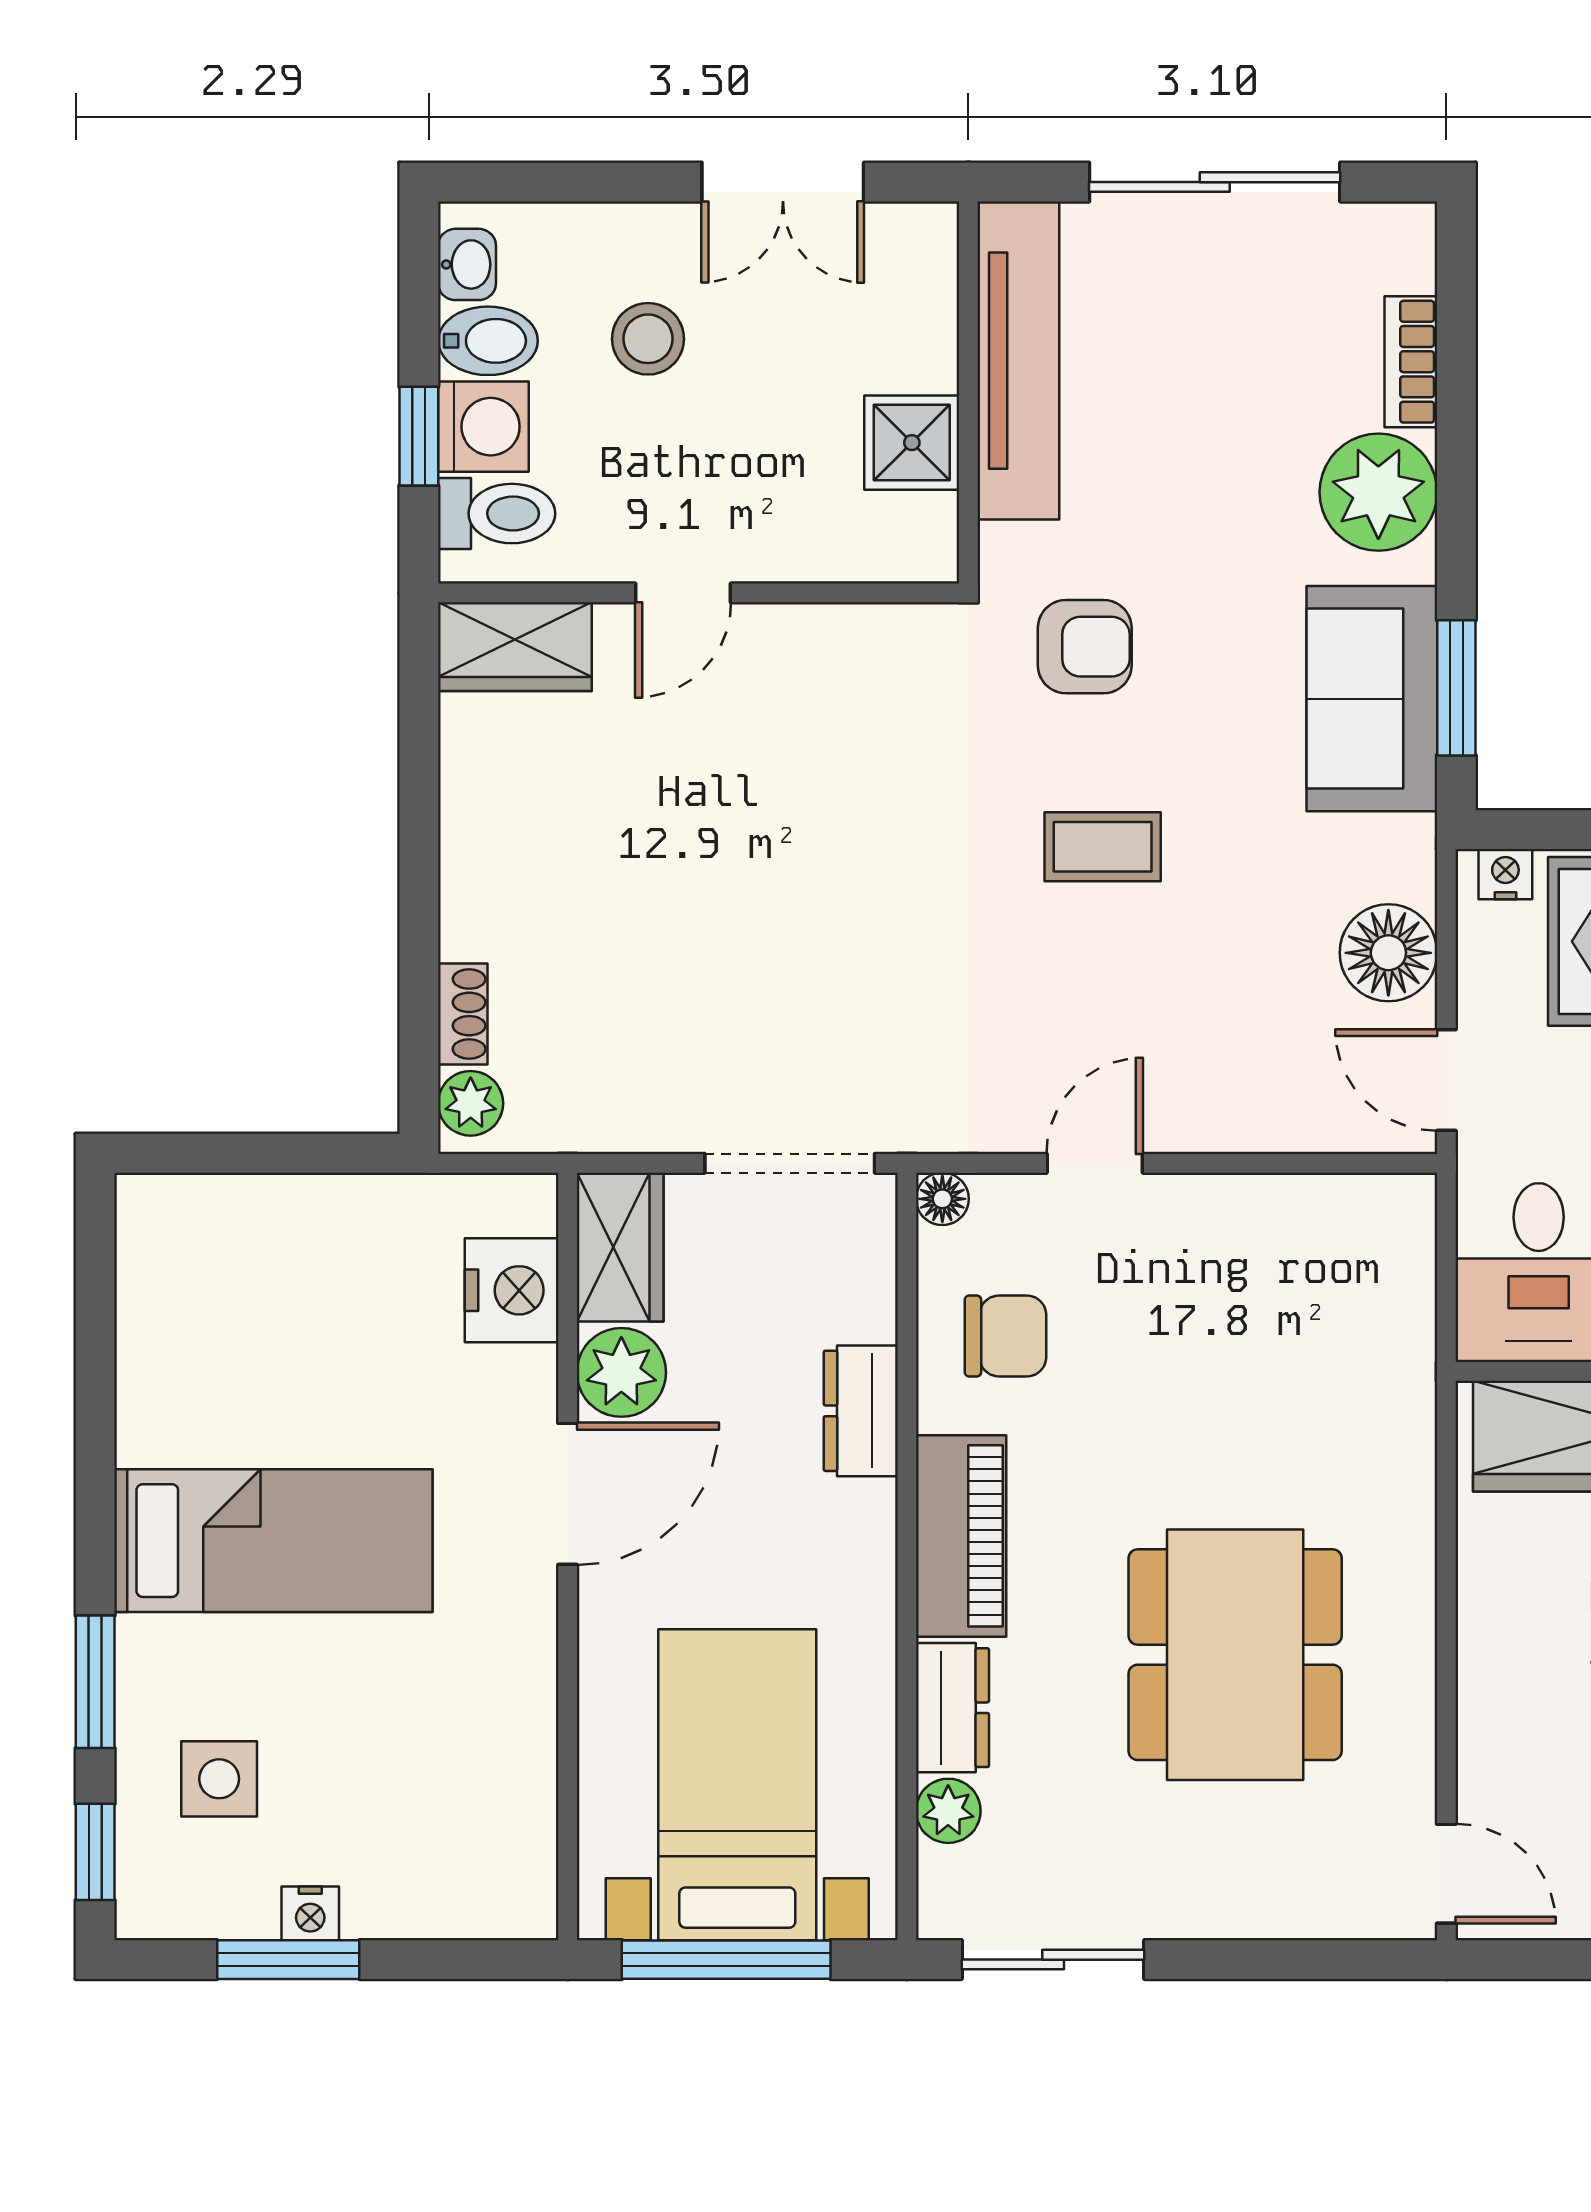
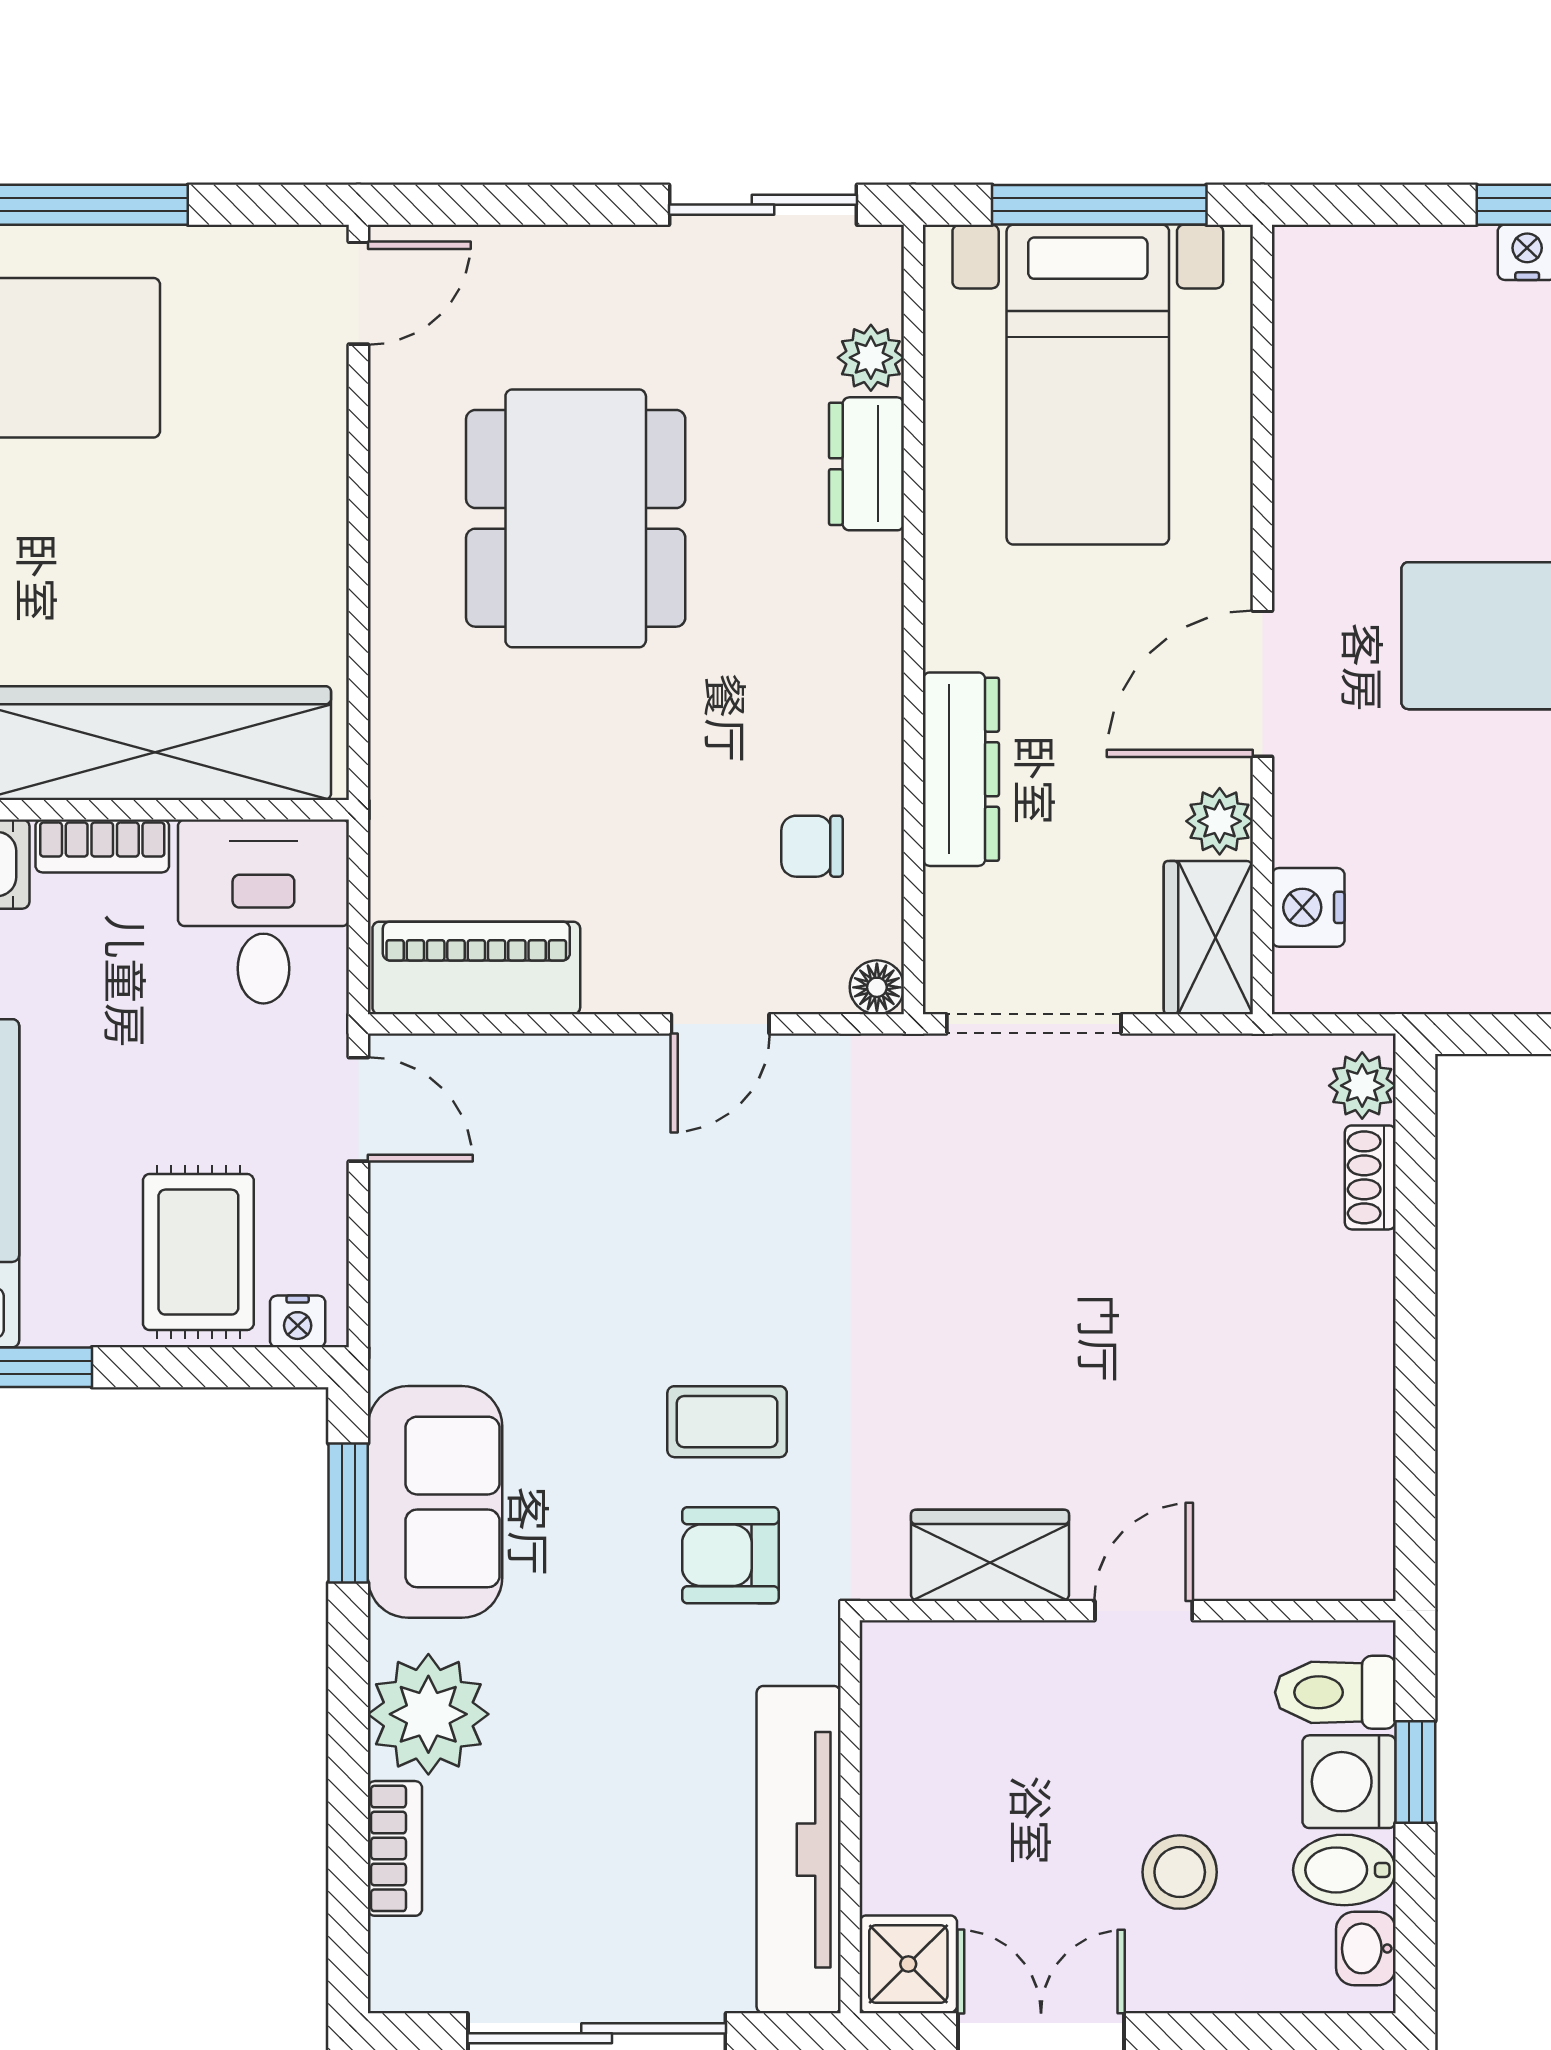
shower: (912, 443) -> (908, 1964), moved
wardrobe: (515, 647) -> (990, 1555), moved
coffee table: (1103, 847) -> (727, 1422), moved
floor lamp: (1388, 953) -> (418, 1240), removed
nightstand: (512, 1290) -> (1308, 907), width x0.74, depth x0.75
chair: (1005, 1336) -> (812, 846), width x0.73, depth x0.73
plant: (621, 1372) -> (1220, 821), width x0.73, depth x0.73
dresser: (861, 1411) -> (961, 769), width x1.44
piano: (961, 1536) -> (476, 968), moved, turned 90
door: (1446, 1874) -> (358, 293), swing flipped

